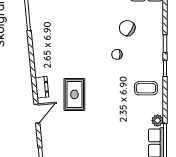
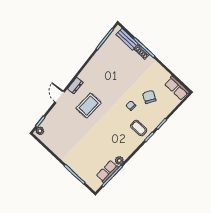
coffee table: (146, 88) -> (139, 128), moved
door: (37, 113) -> (60, 97), swing flipped

